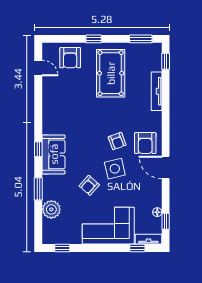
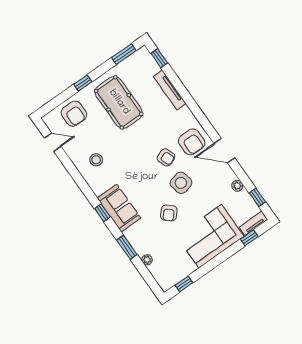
stool: (62, 105) -> (96, 160), added
plant: (157, 201) -> (237, 186), added
plant: (51, 209) -> (147, 260), width x0.53, depth x0.53
floor lamp: (157, 212) -> (245, 195), removed

